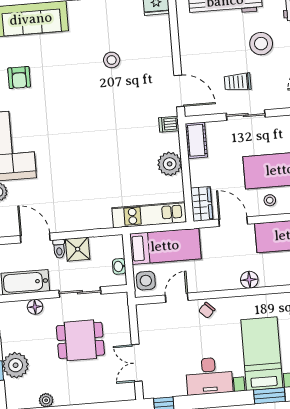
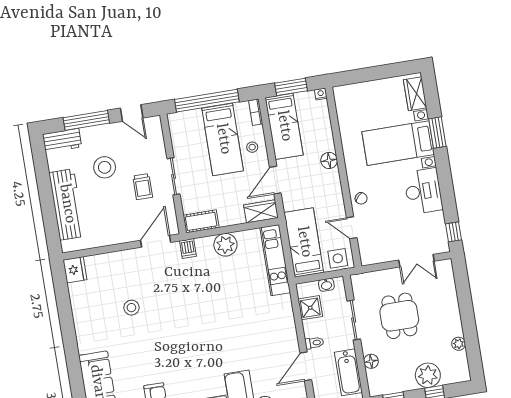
shower: (78, 249) -> (310, 308), moved

